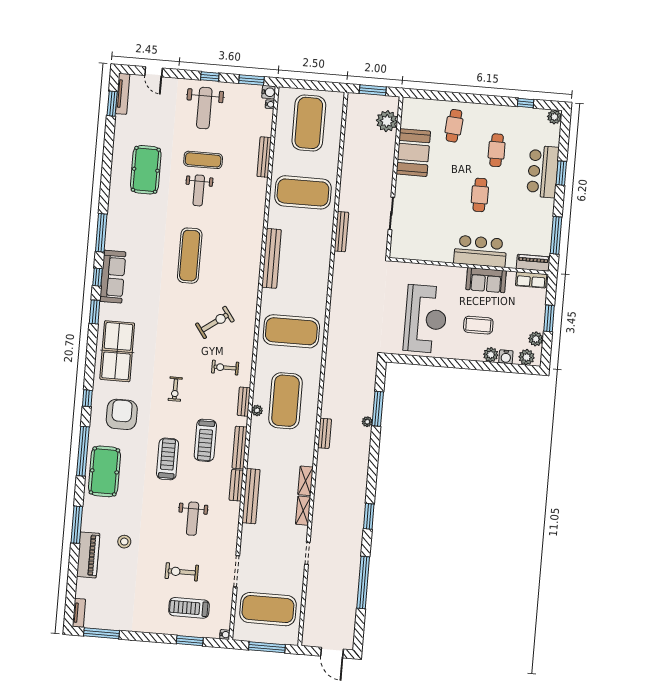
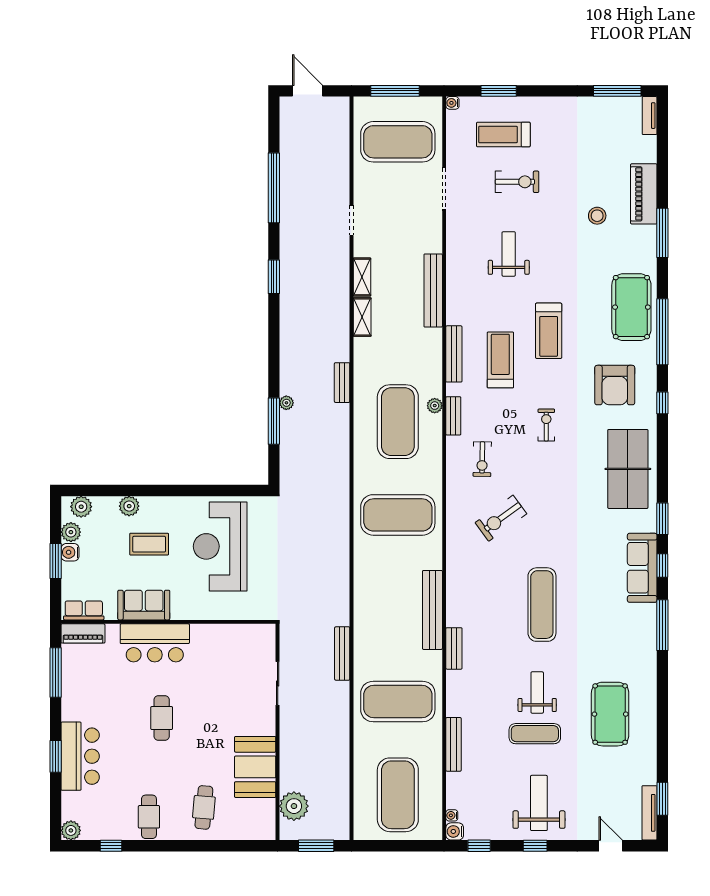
window: (252, 80) -> (479, 846), width x0.67
cafe table: (497, 150) -> (149, 817), moved
water cooler: (506, 357) -> (70, 552), moved, turned -90
exercise bike: (225, 368) -> (482, 459), turned 91
bench: (236, 485) -> (454, 648), moved
treadmill: (189, 608) -> (503, 134), turned 180

